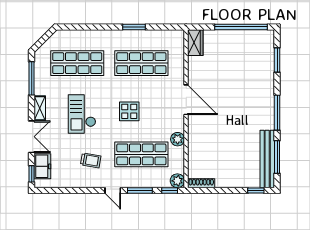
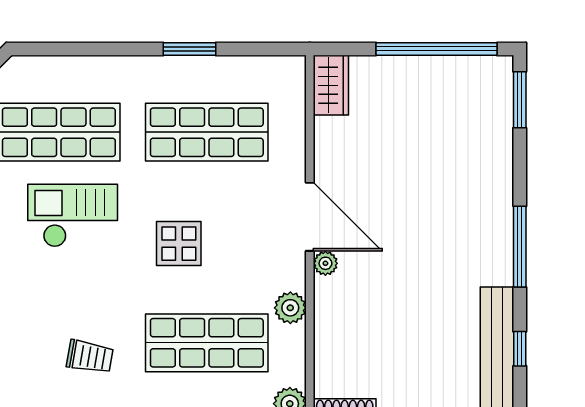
window: (277, 60) -> (520, 100), moved
checkout: (82, 114) -> (73, 216), moved, turned 90
plant: (193, 120) -> (325, 263), added
window: (277, 157) -> (520, 349), width x0.46

